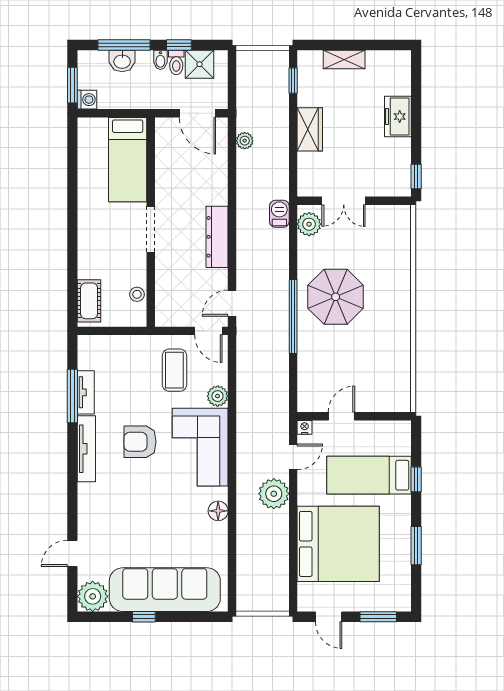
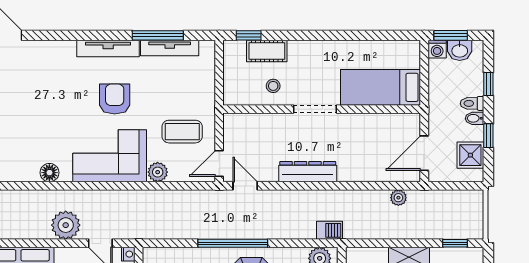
window: (124, 45) -> (488, 84), width x0.46
washbasin: (122, 61) -> (460, 50), moved, turned -90
toilet: (176, 62) -> (472, 103), moved
stool: (137, 294) -> (273, 86), moved
window: (72, 300) -> (249, 35), added
cot: (89, 301) -> (267, 51), moved
tv unit: (86, 392) -> (170, 48), width x1.41

